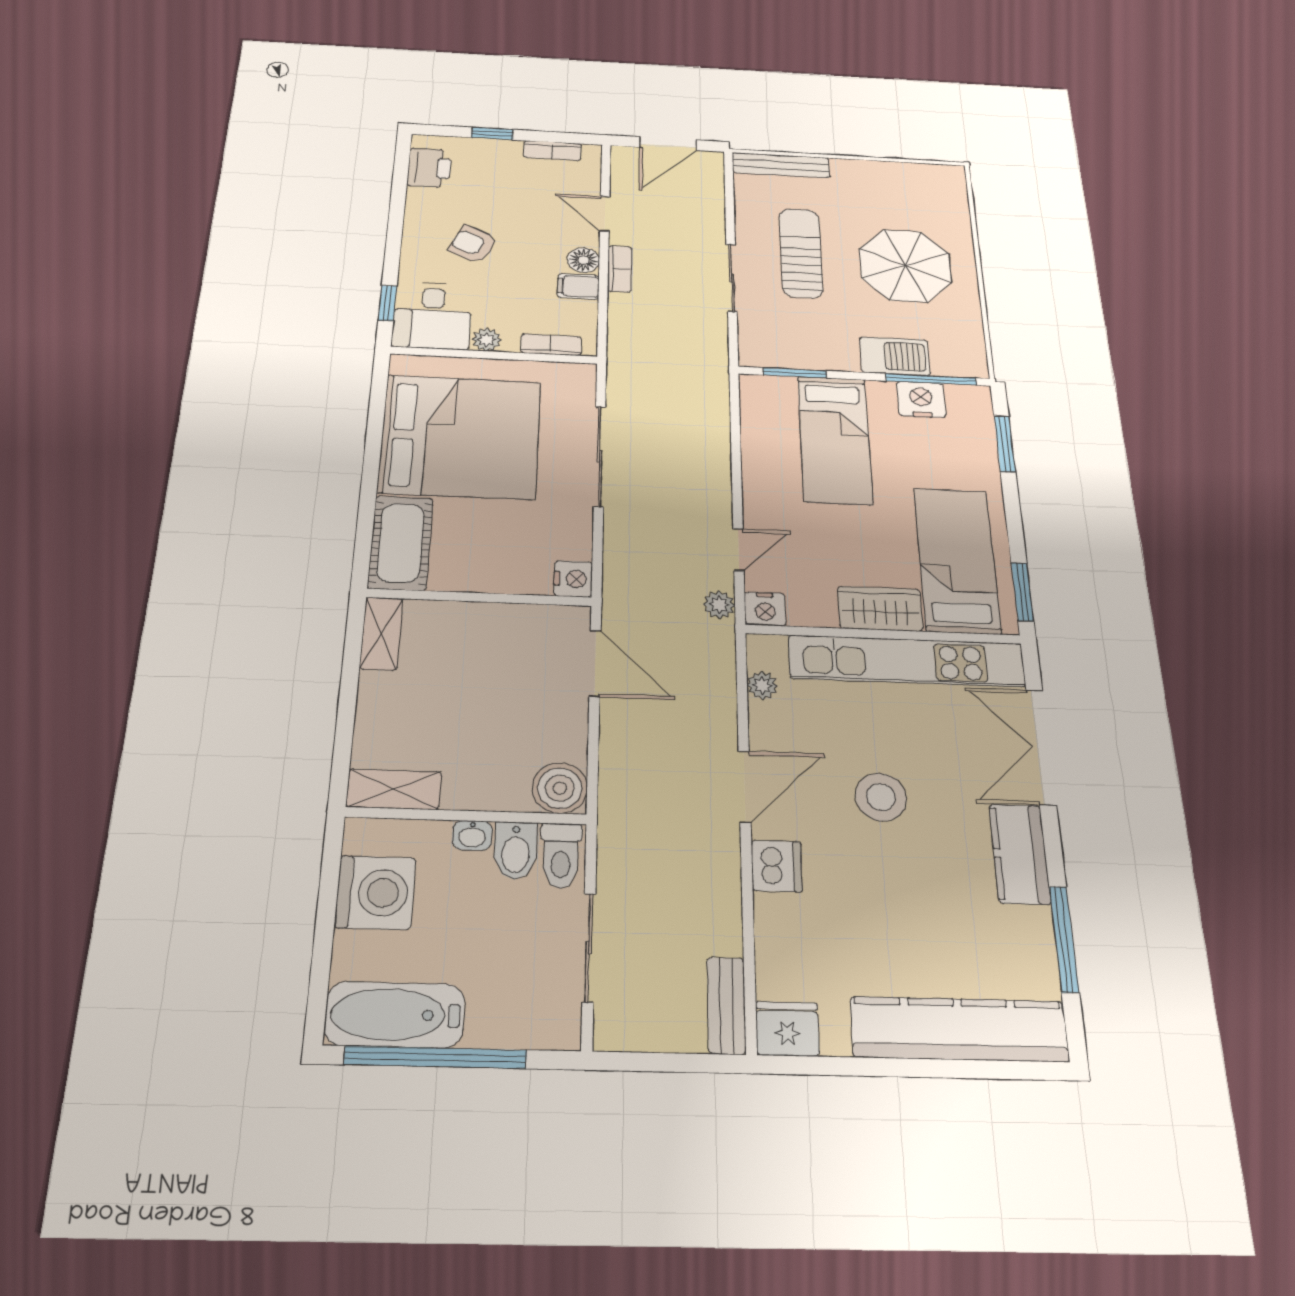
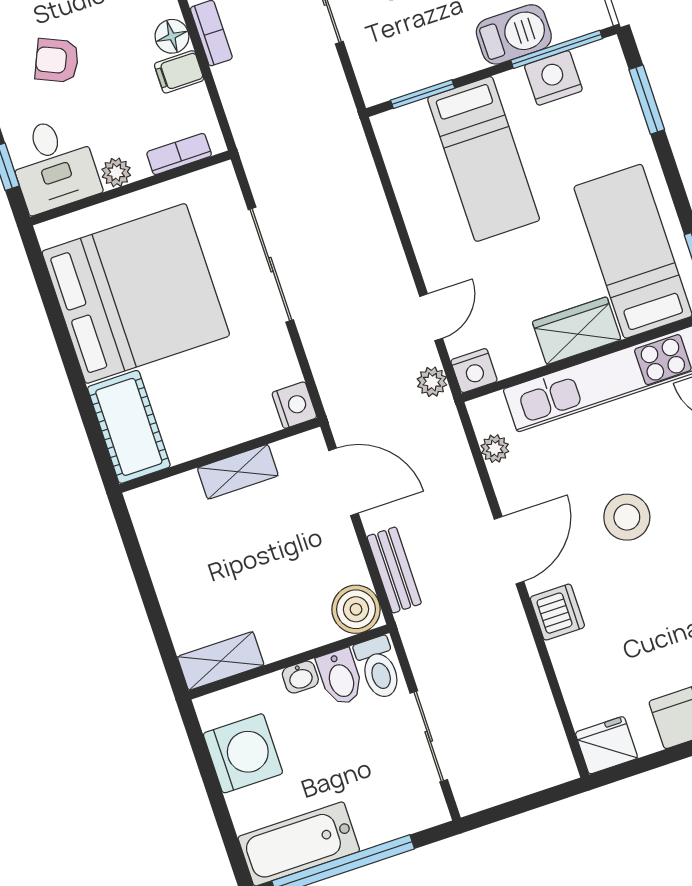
shelving: (381, 633) -> (238, 472), moved, turned 90
bench: (726, 1005) -> (394, 570), moved

